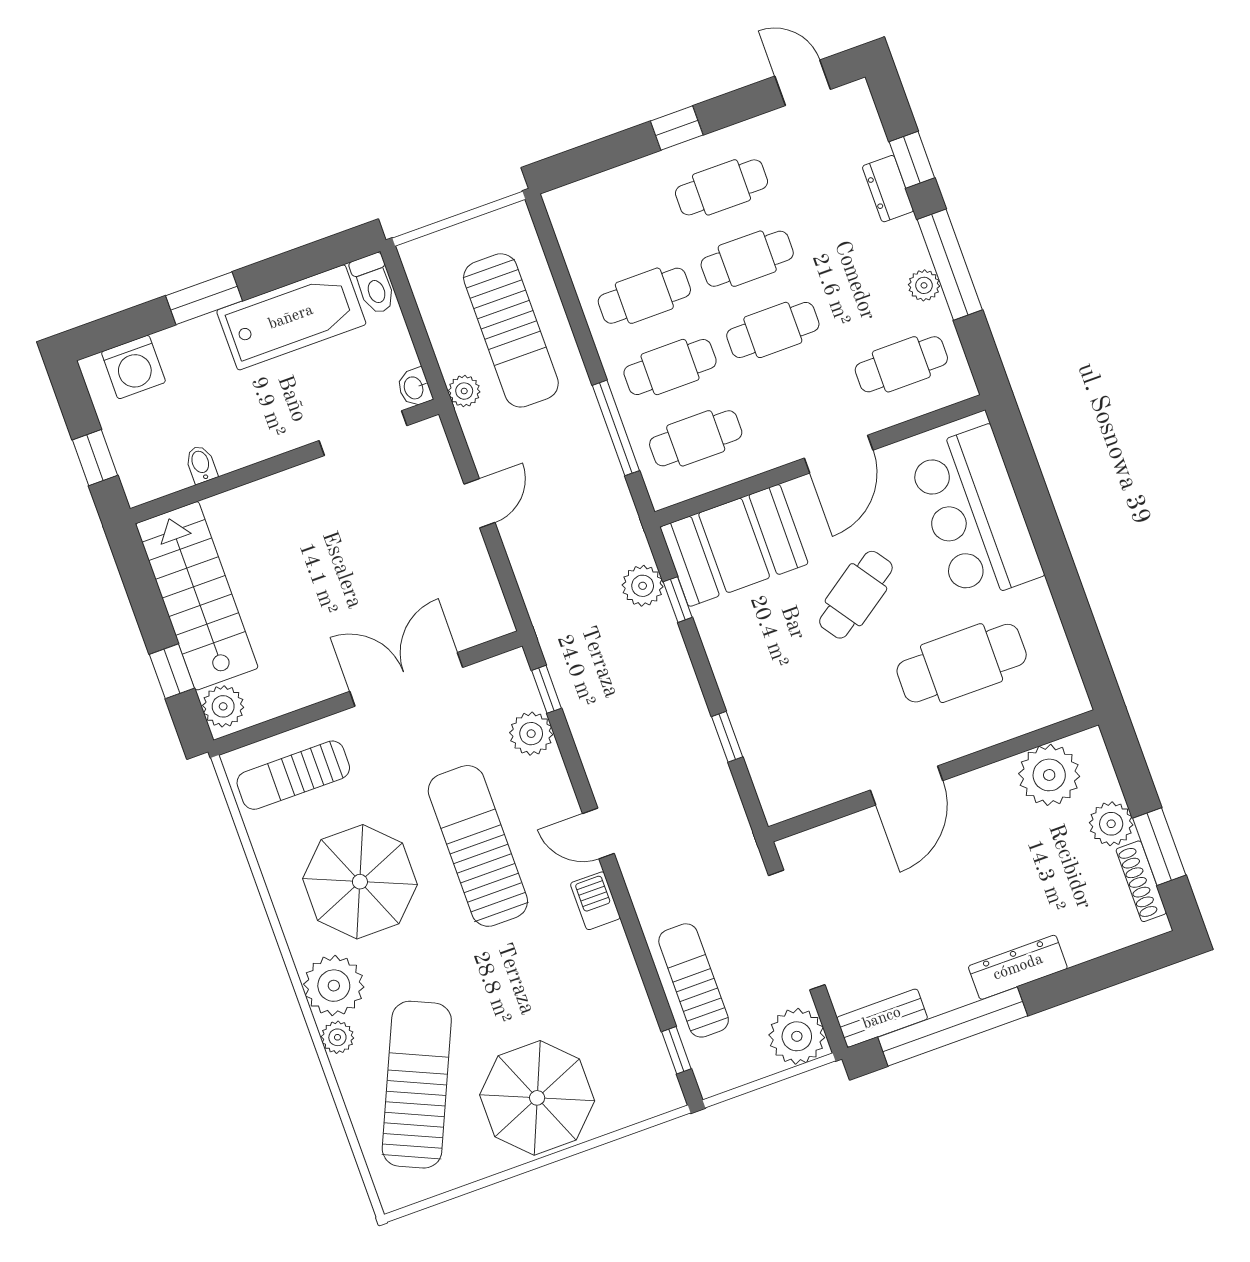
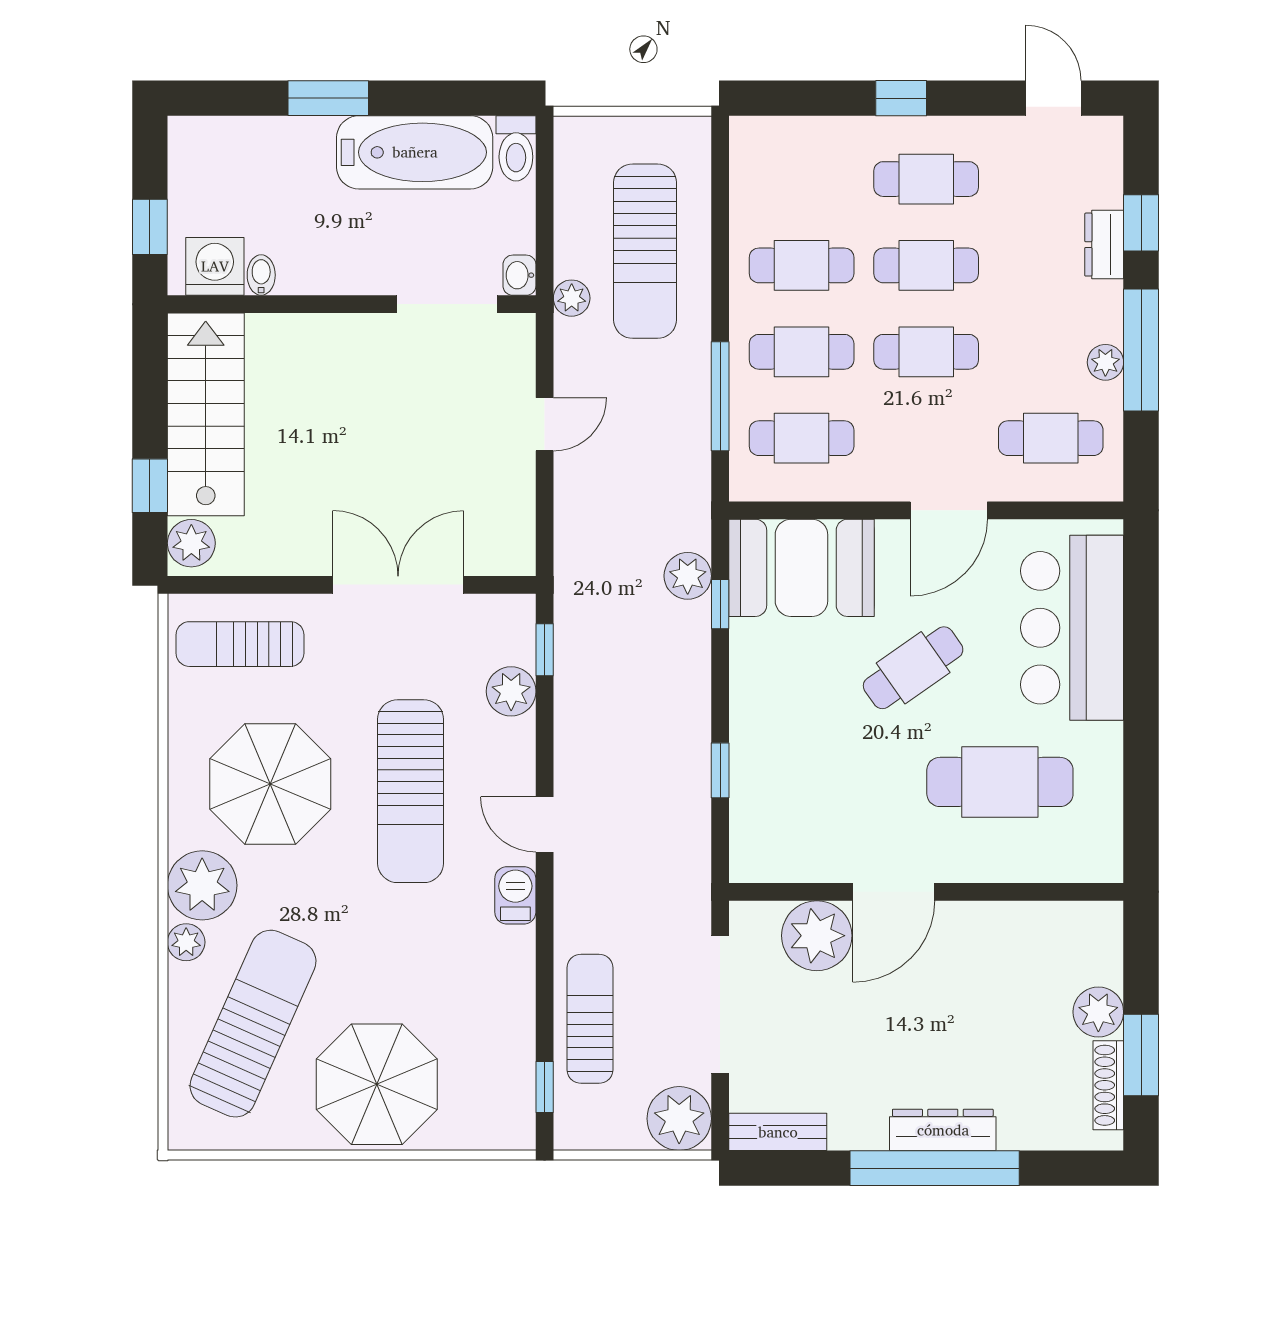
washing machine: (133, 367) -> (215, 266), moved, turned 180
plant: (1049, 775) -> (817, 936), moved
sun lounger: (478, 846) -> (411, 791), turned 180
window: (953, 1026) -> (935, 1168), moved

